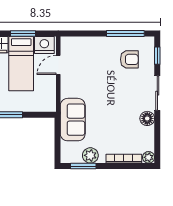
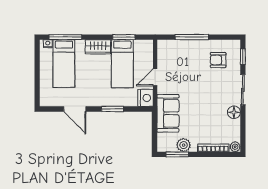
window: (125, 34) -> (192, 37), moved
nightstand: (44, 45) -> (146, 98), moved, turned 90
armchair: (129, 59) -> (218, 60), turned 180
door: (58, 65) -> (155, 77), moved

